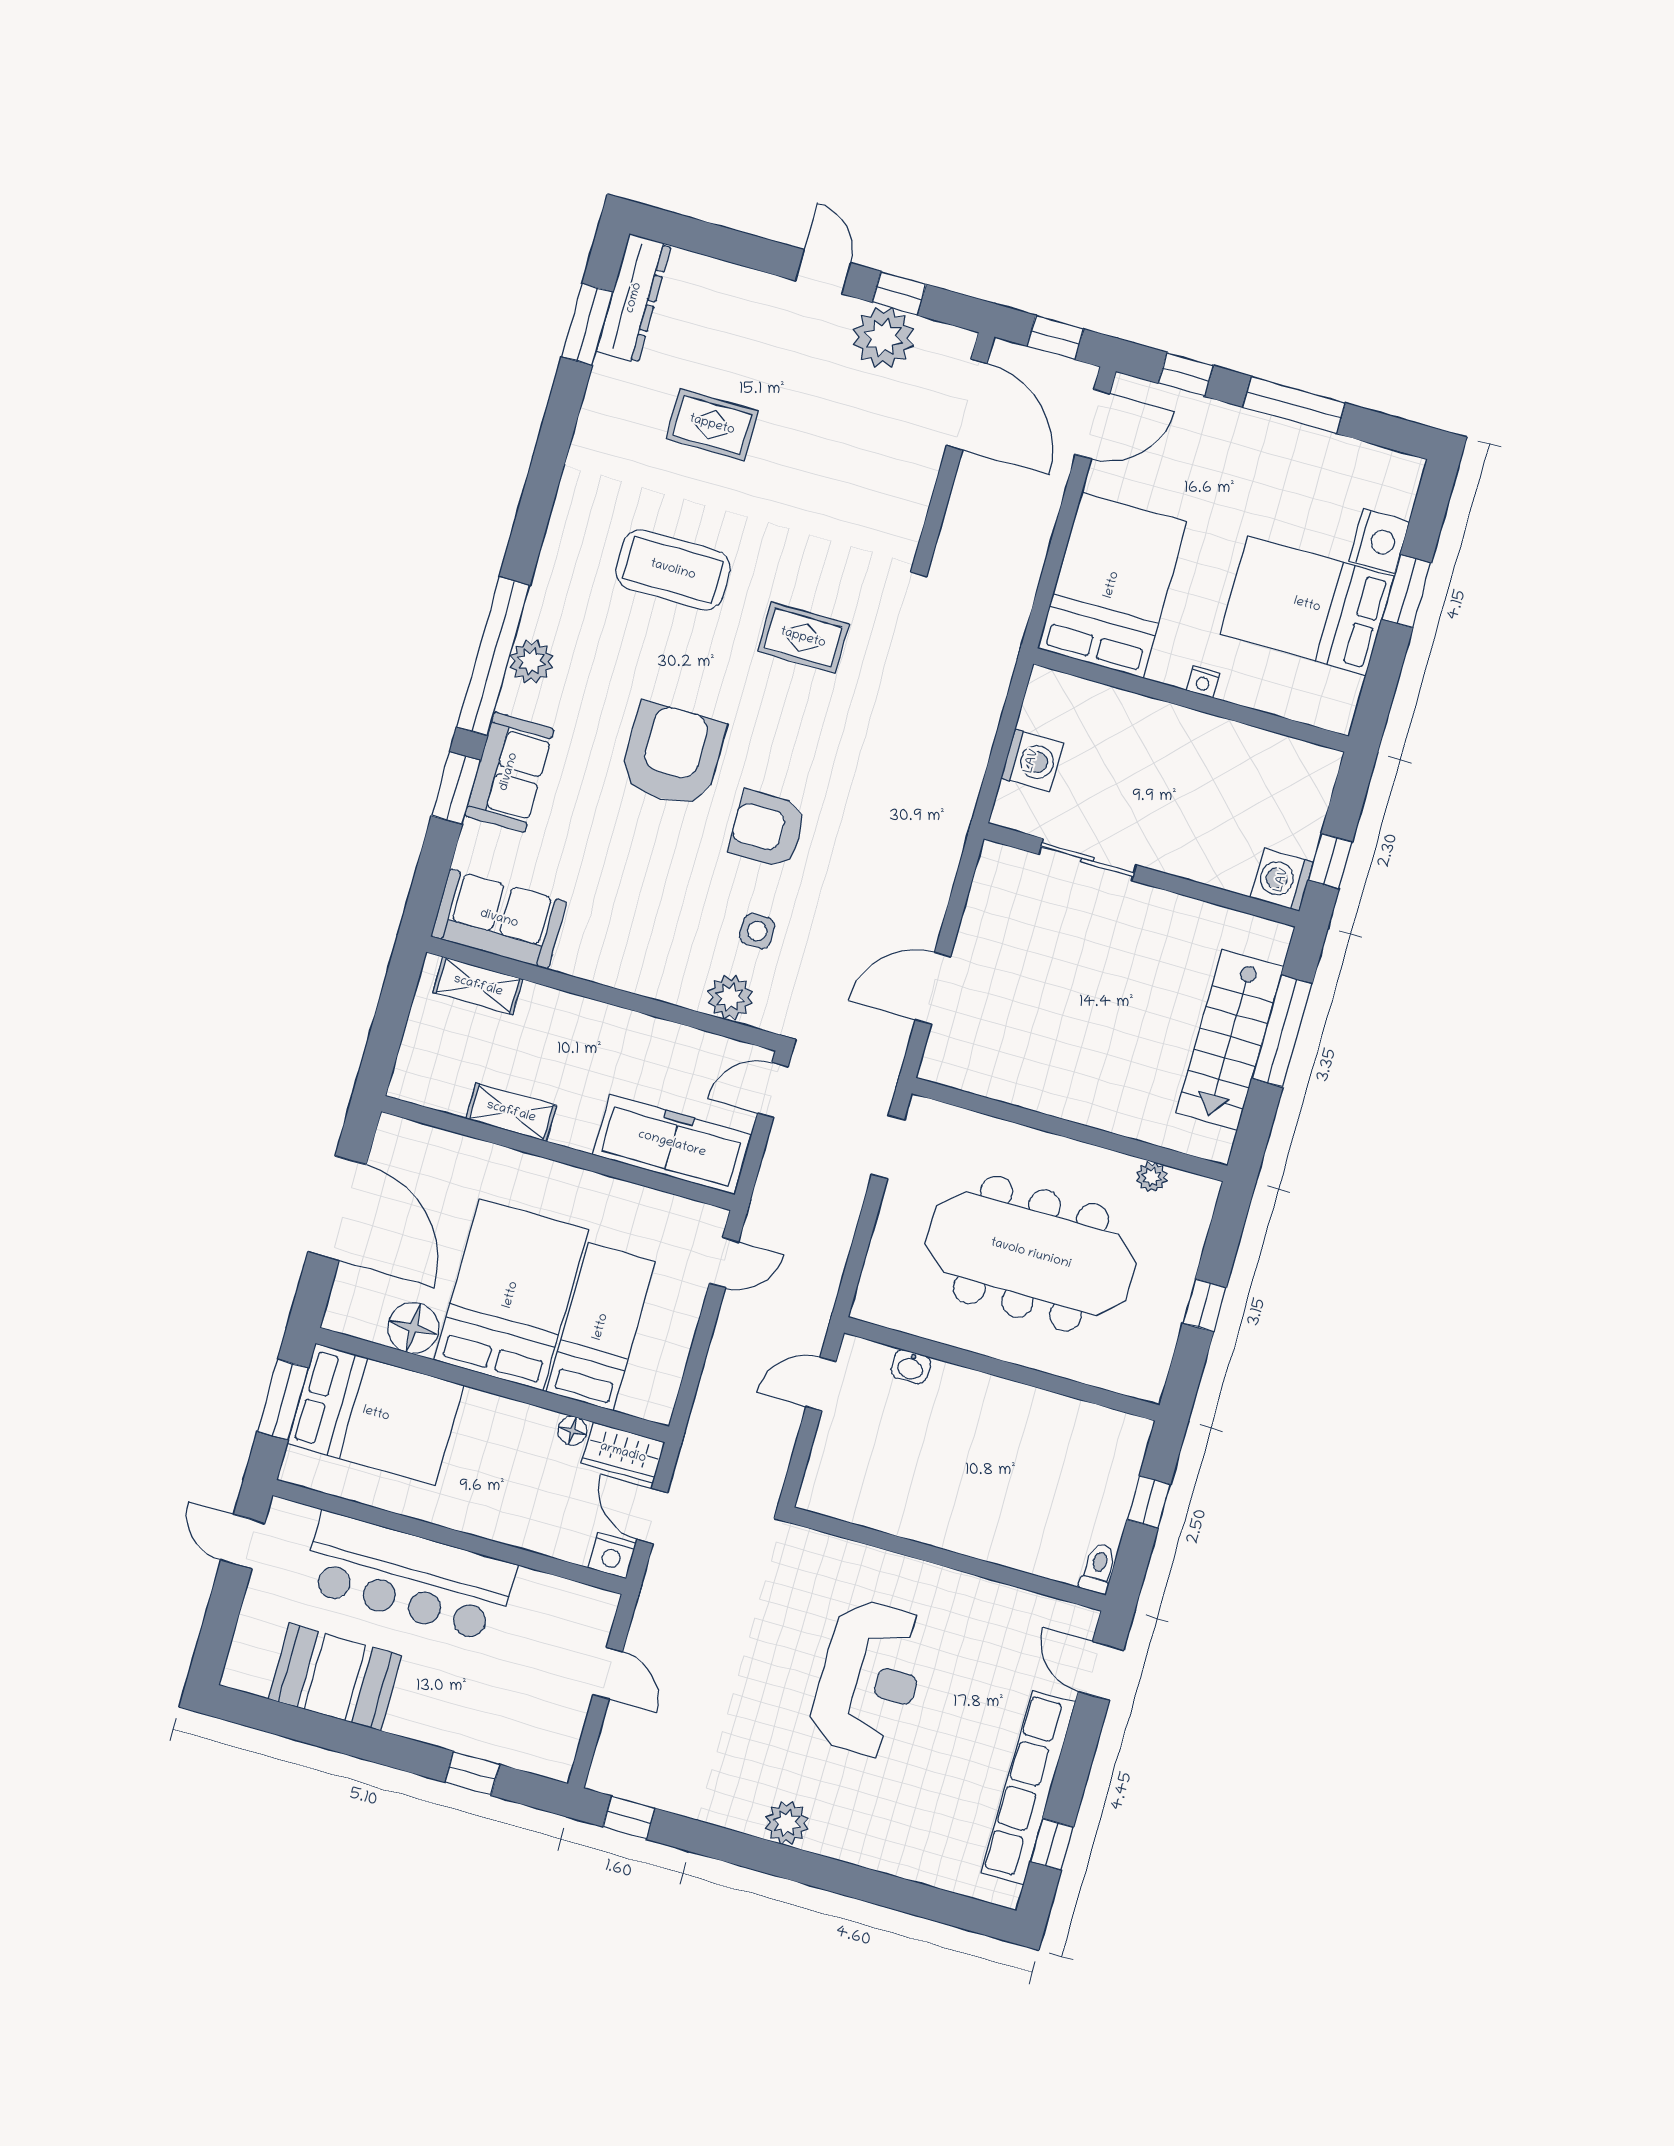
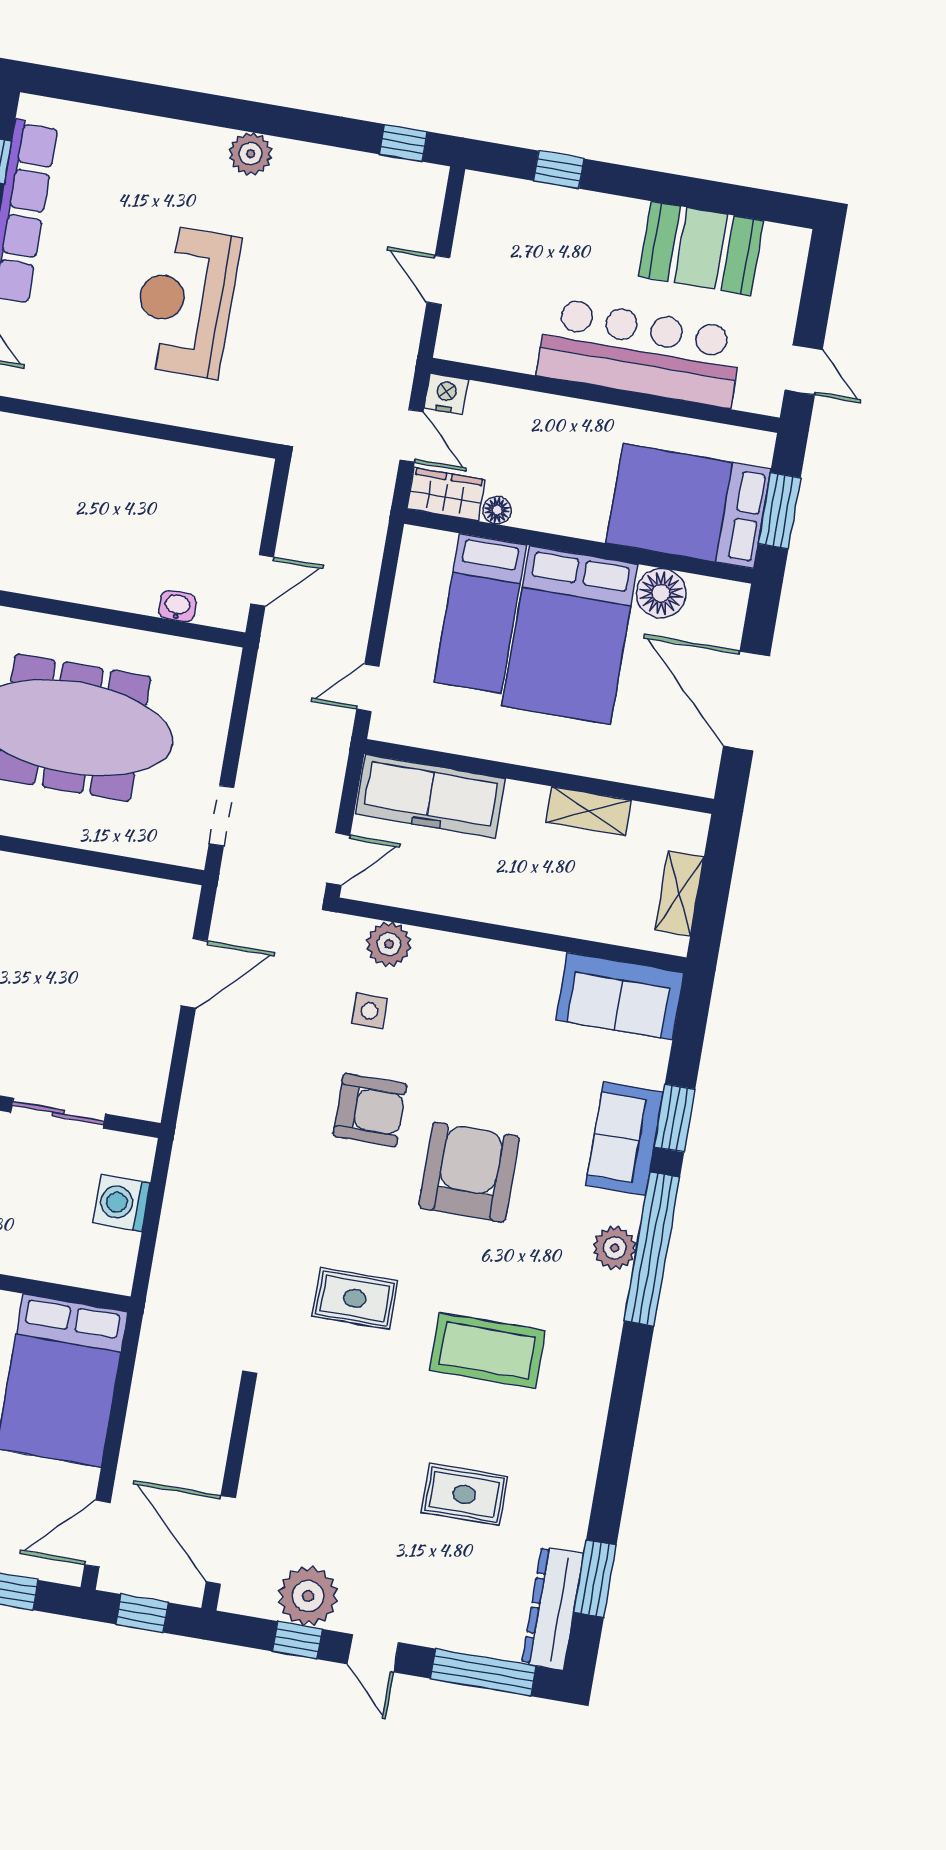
window: (712, 240) -> (483, 1672), added
armchair: (673, 755) -> (469, 1172), turned 180
shelving: (478, 986) -> (679, 893), moved, turned 90

